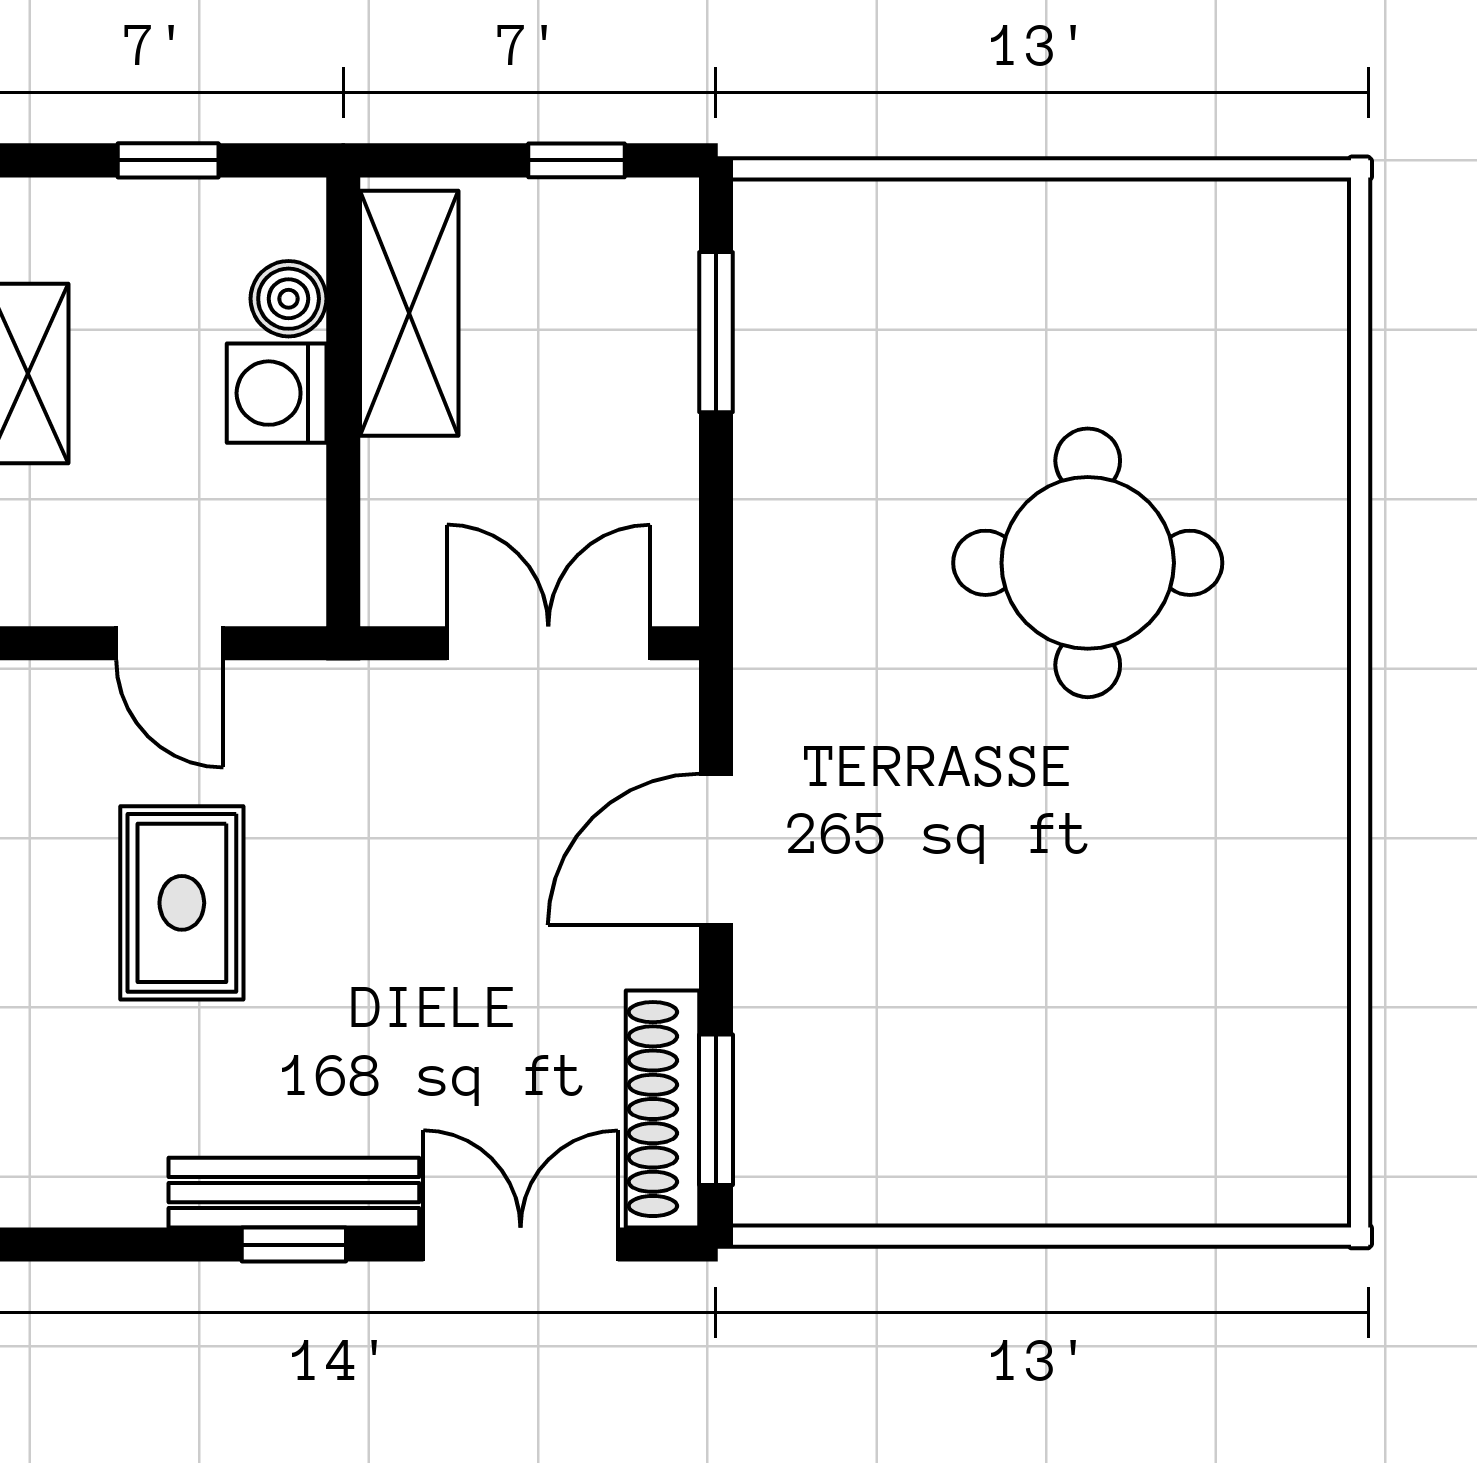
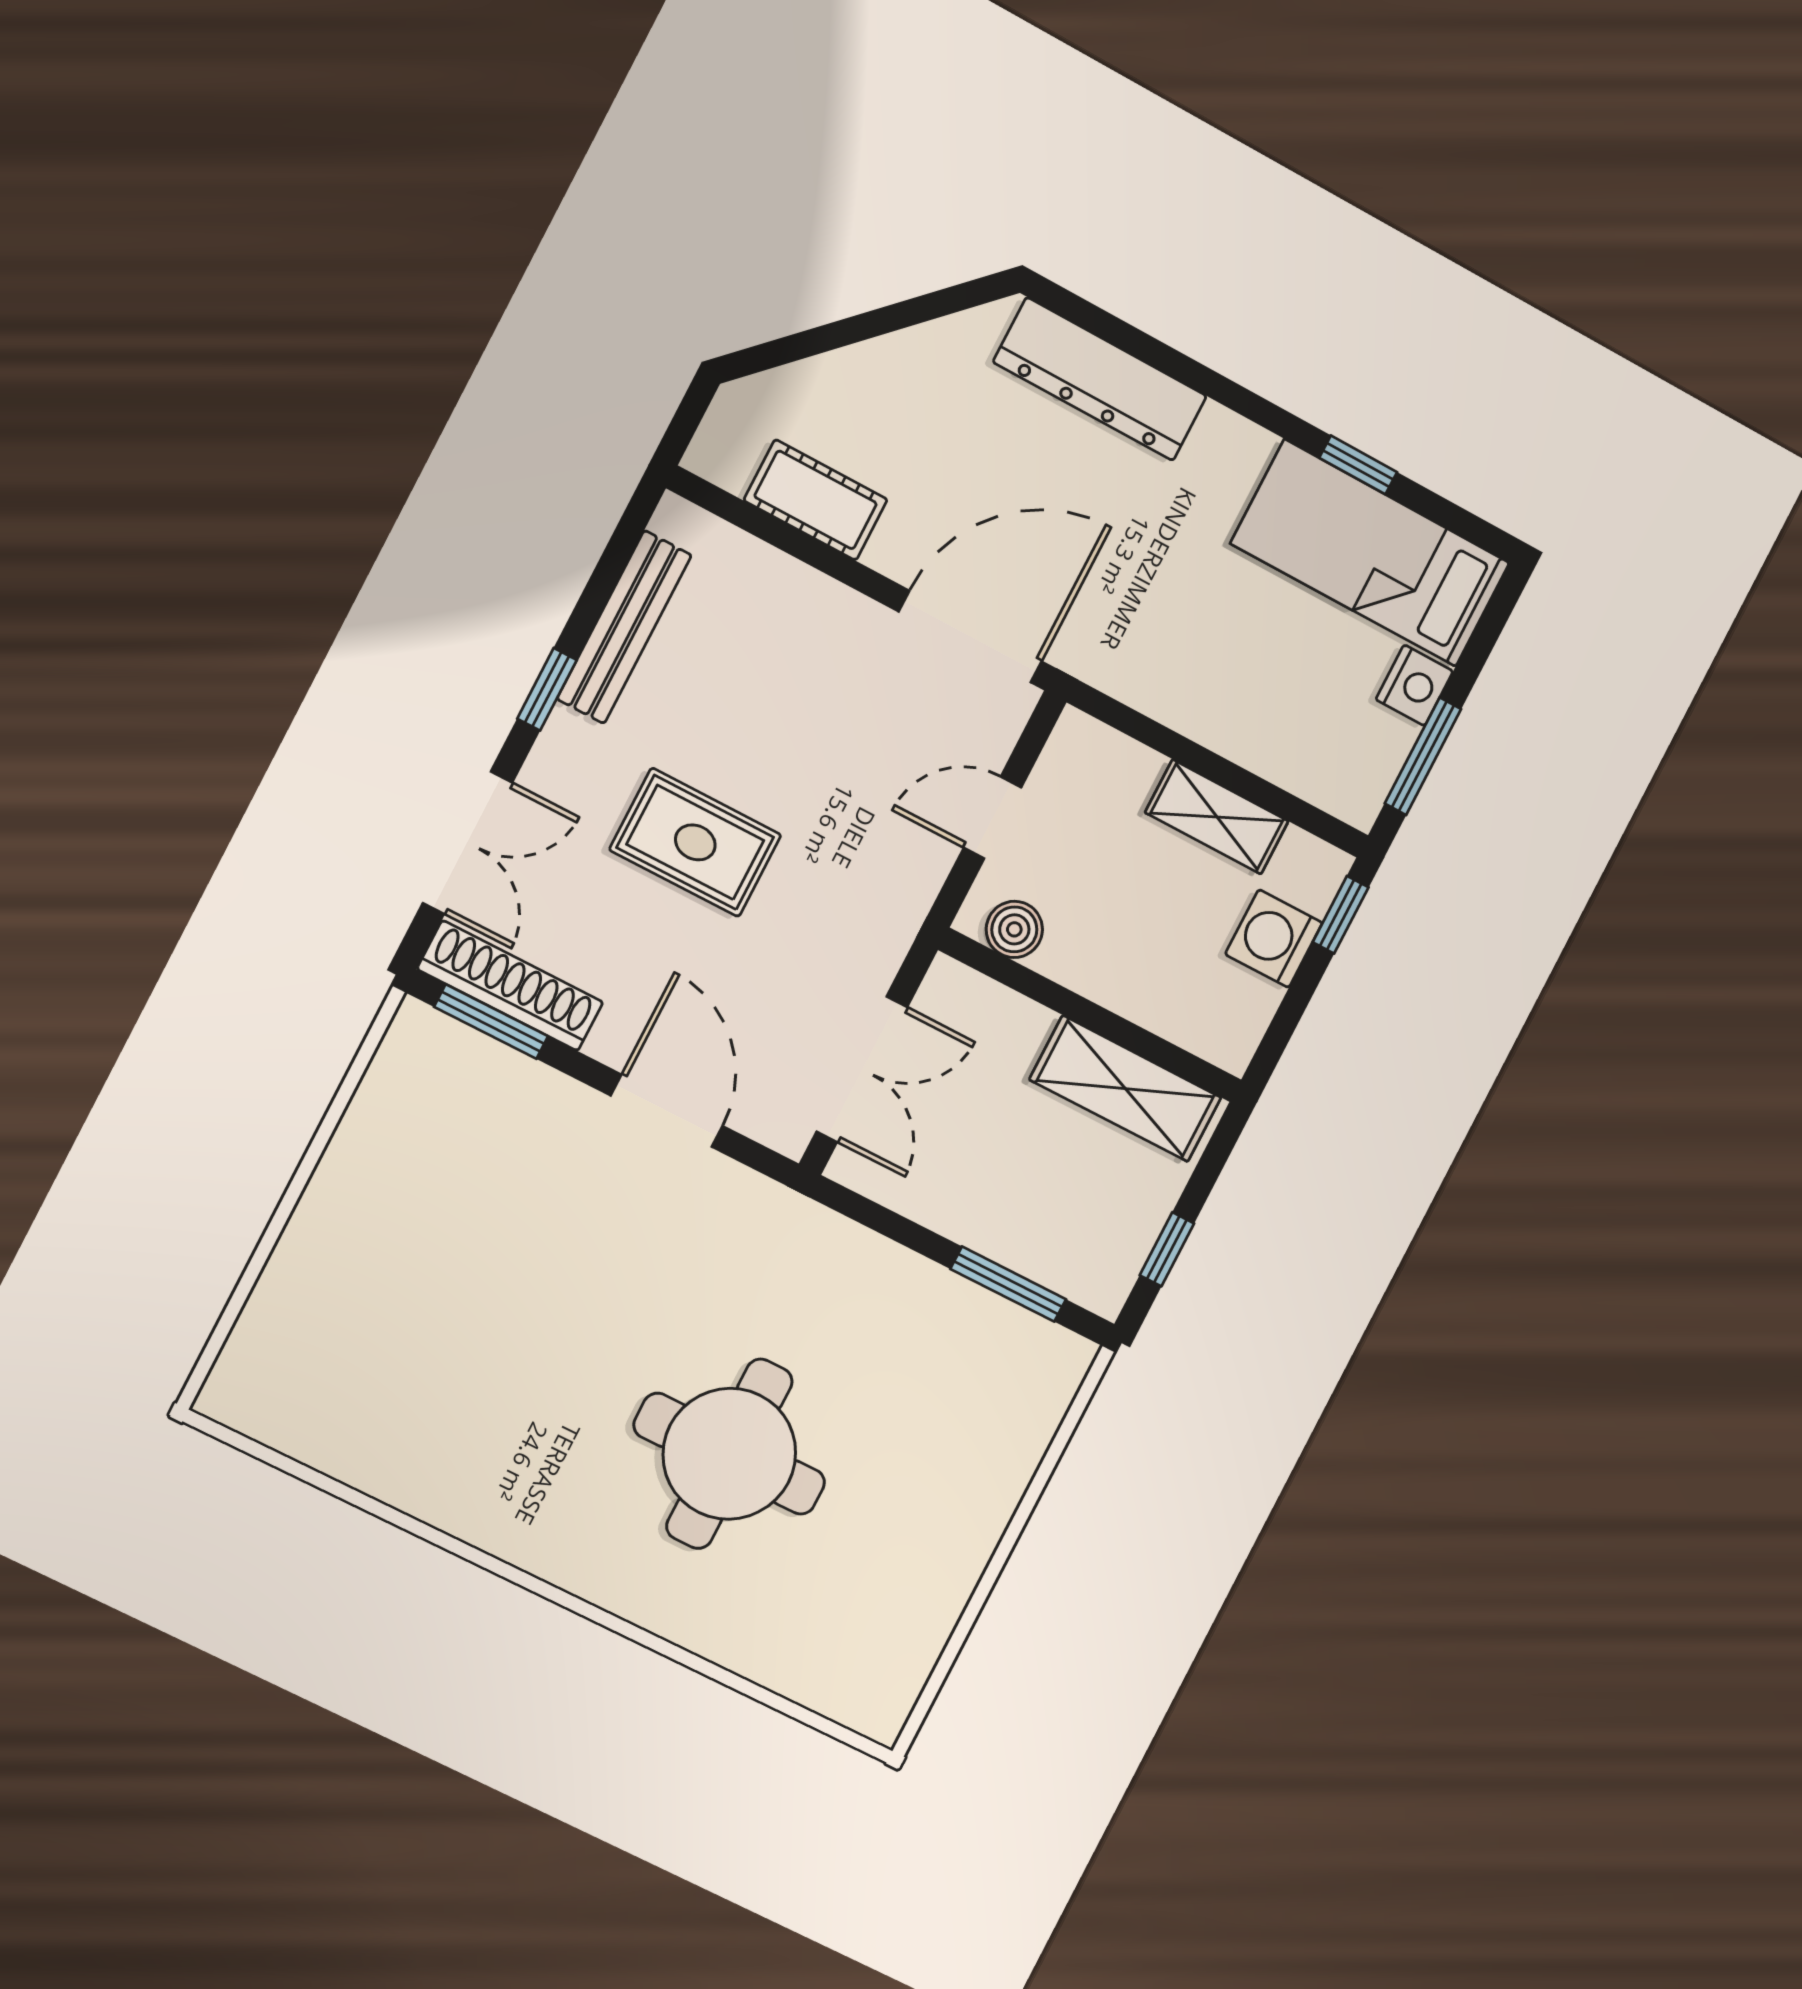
window: (168, 160) -> (1341, 915), moved
boiler: (289, 299) -> (1014, 929), moved
washing machine: (277, 393) -> (1274, 939), moved, turned -90
rug: (182, 903) -> (695, 842), moved
bench: (294, 1193) -> (624, 627), moved

